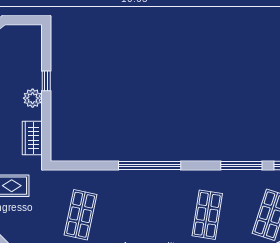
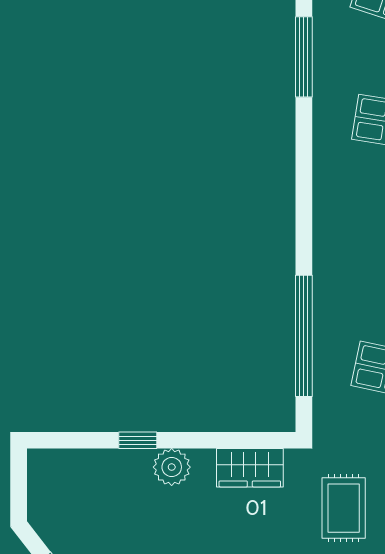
window: (150, 165) -> (304, 336), moved

